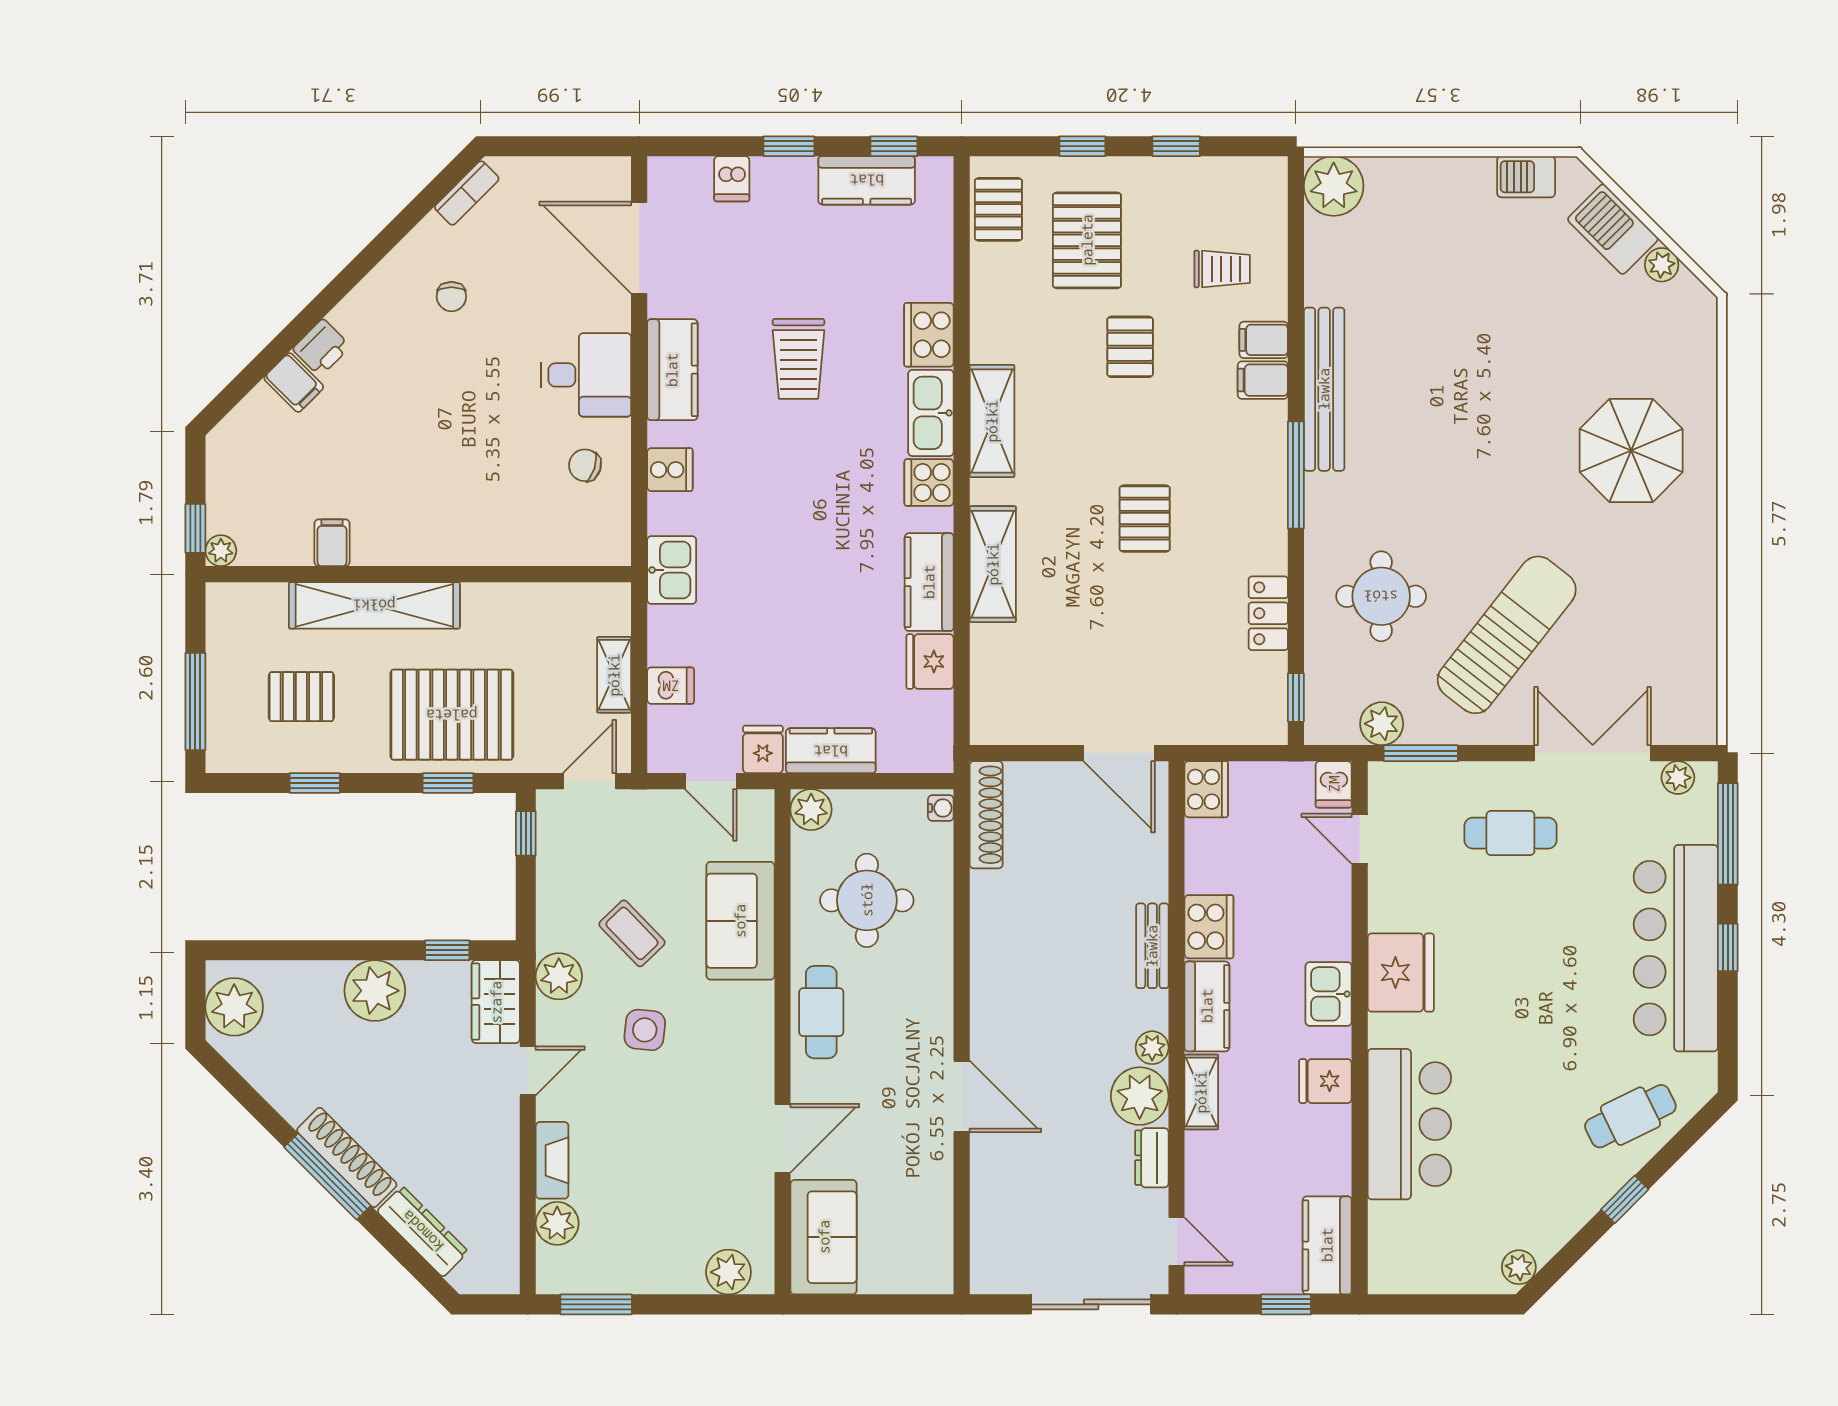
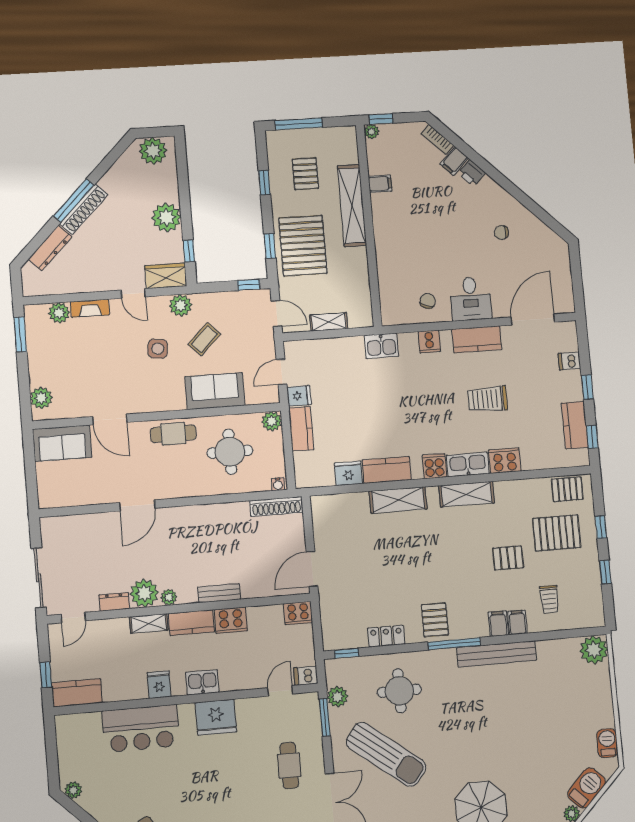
bookcase: (467, 193) -> (437, 140), moved
pallet: (1145, 519) -> (435, 620), moved, turned 90
dishwasher: (671, 686) -> (326, 349), removed

